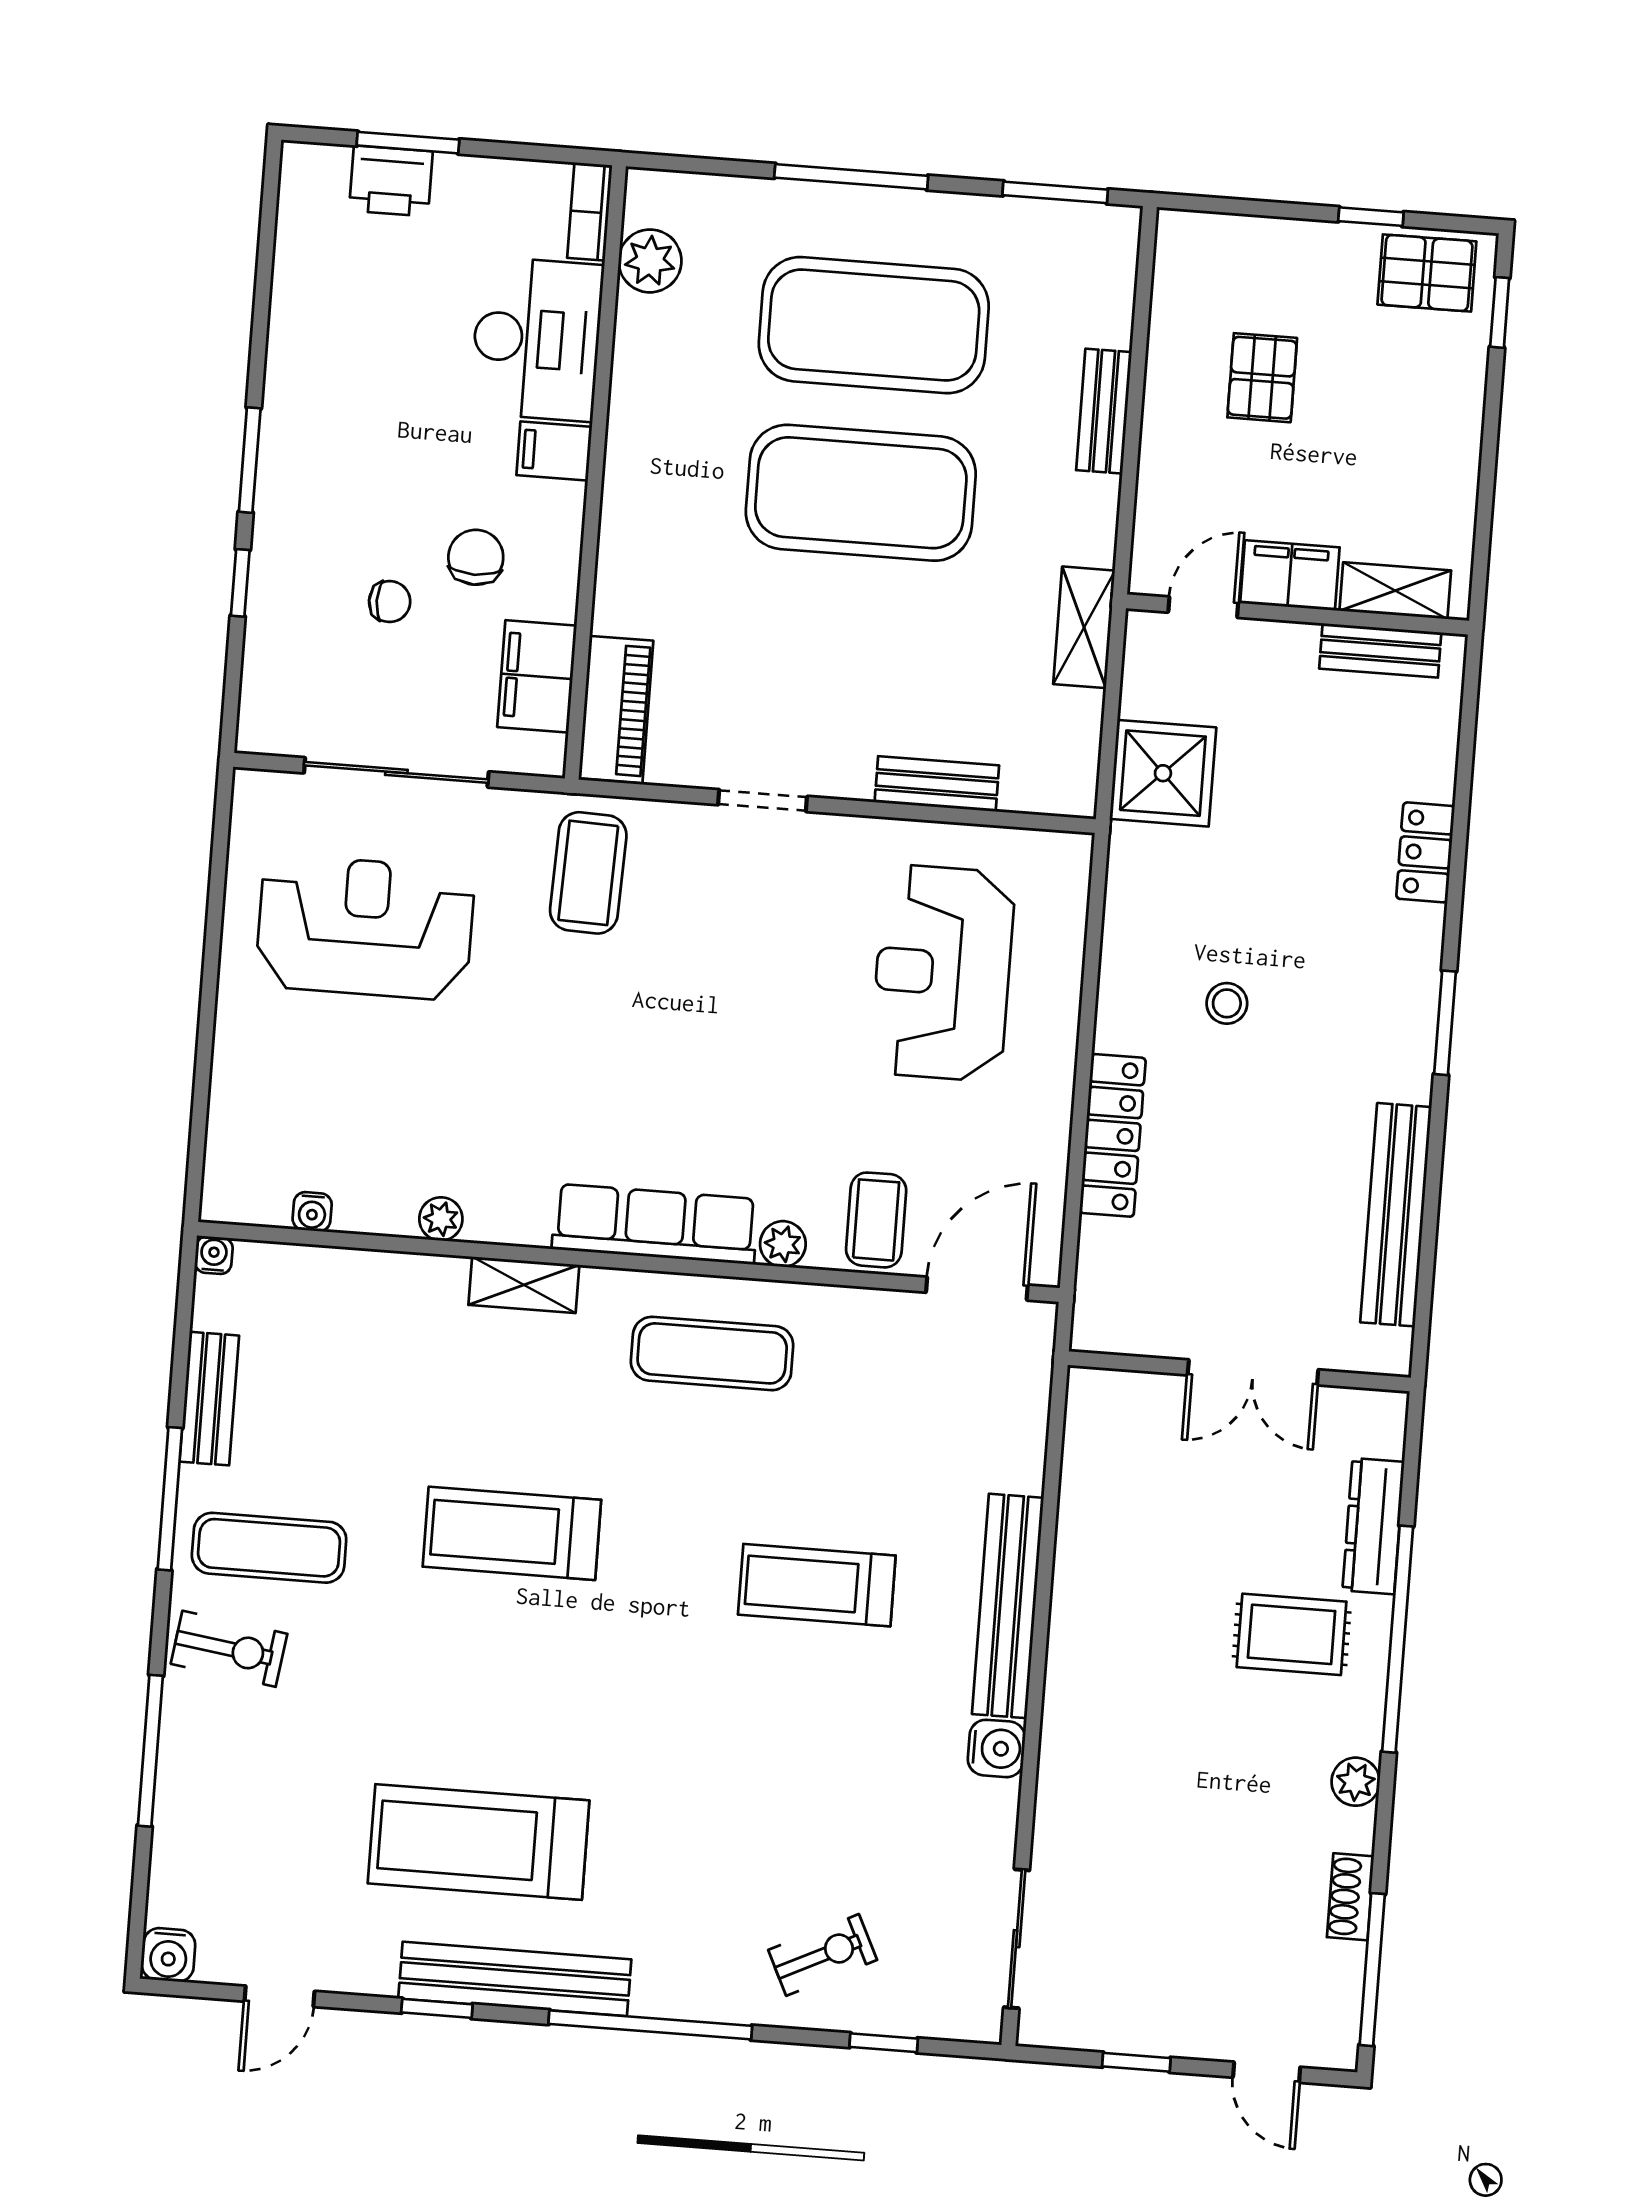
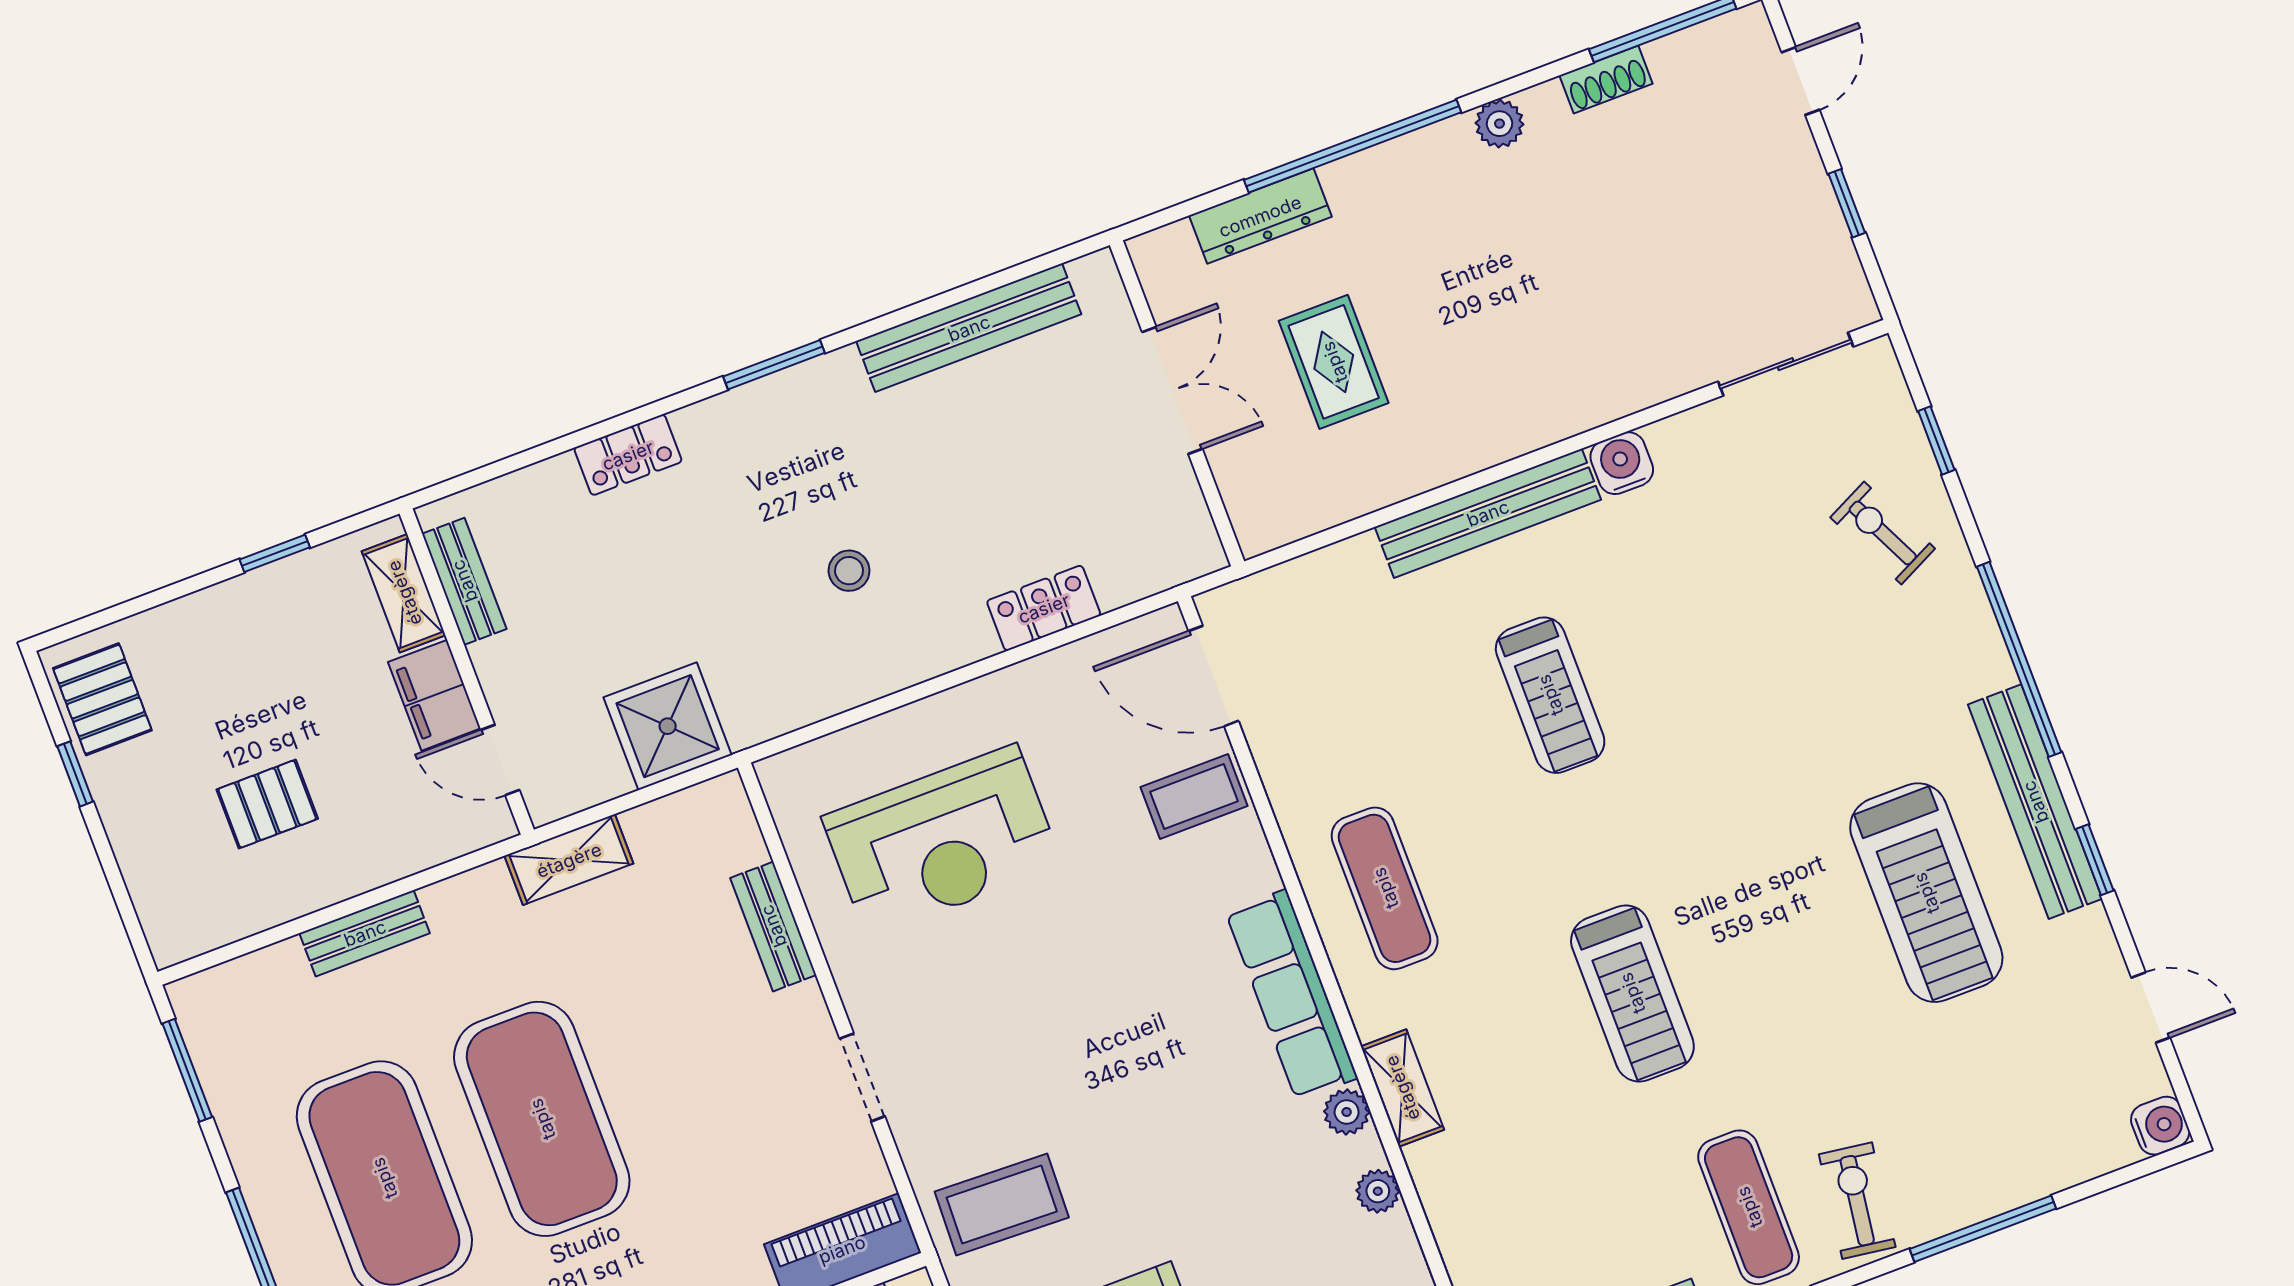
window: (1500, 312) -> (275, 553), moved
locker: (1113, 1135) -> (1044, 608), width x0.66
plant: (783, 1244) -> (1347, 1112), moved
rug: (1292, 1634) -> (1334, 362), moved

